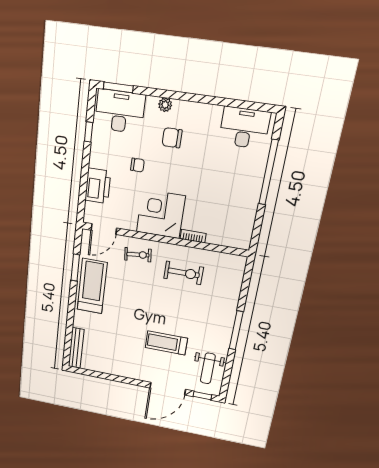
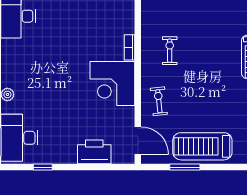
chair: (172, 138) -> (37, 83), removed
chair: (137, 165) -> (68, 114), removed
exercise bike: (184, 273) -> (170, 51), width x0.73, depth x0.72

